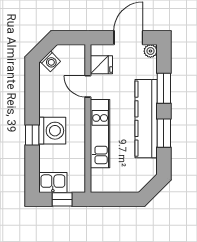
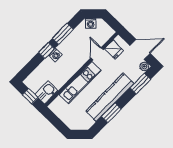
window: (164, 88) -> (140, 84), moved
window: (32, 101) -> (63, 34), added
washing machine: (52, 131) -> (55, 55), width x0.53, depth x0.53
kitchen sink: (53, 183) -> (47, 92), moved, turned -90

